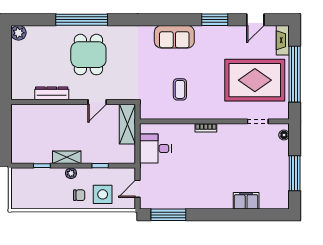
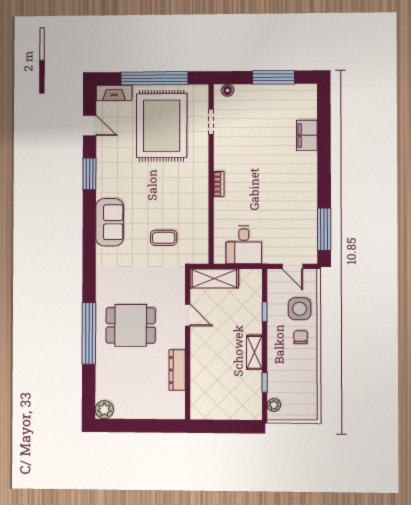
coffee table: (180, 89) -> (164, 238), moved
plant: (71, 173) -> (274, 405), moved

